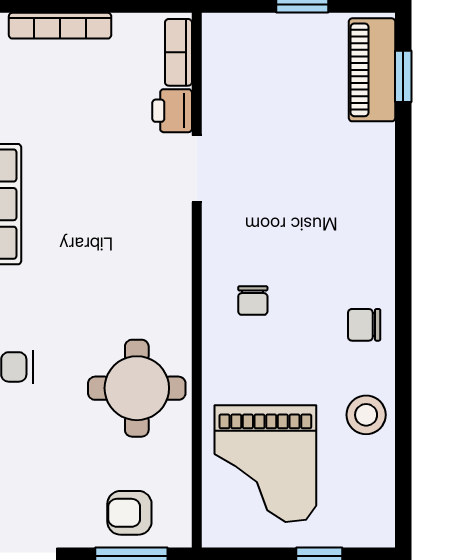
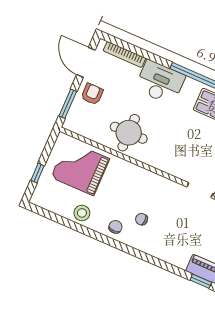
chair: (253, 301) -> (142, 219), moved
armchair: (129, 513) -> (92, 94), moved

